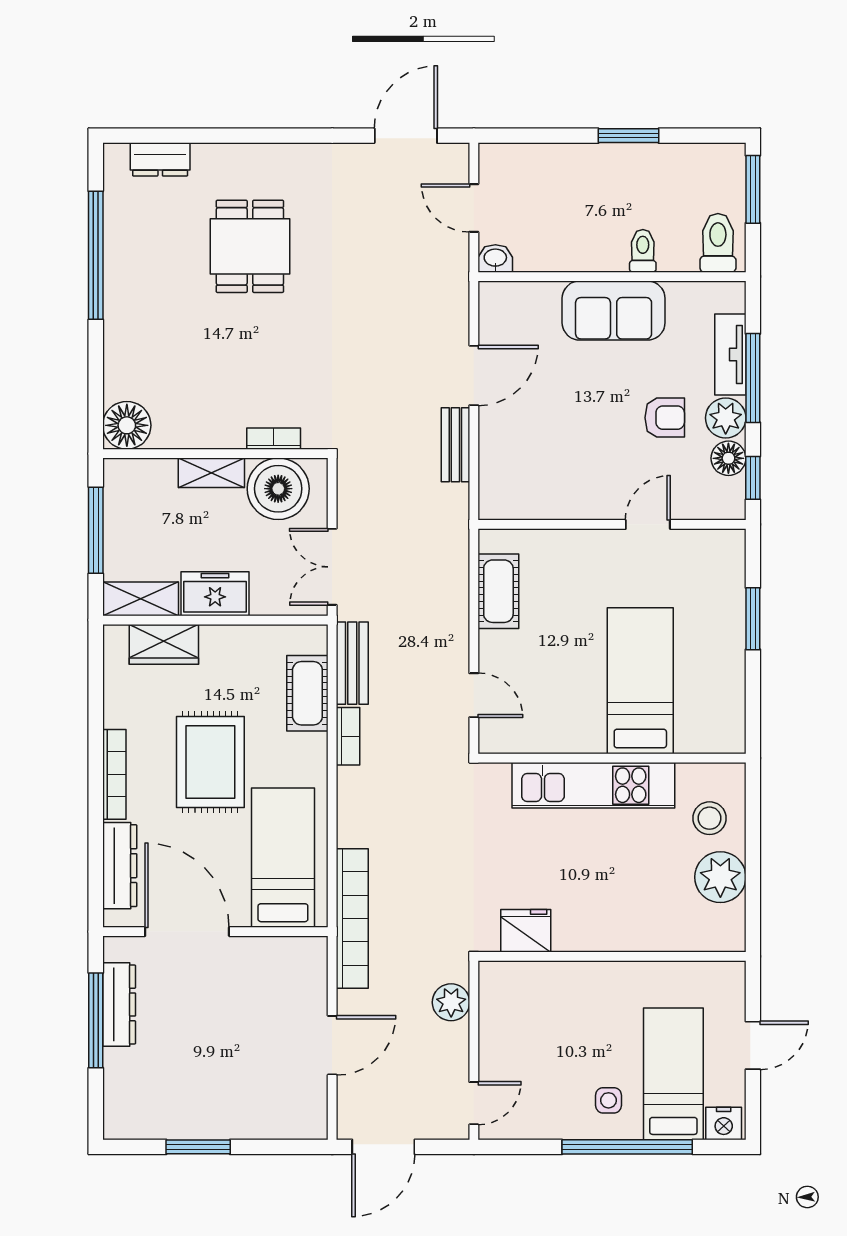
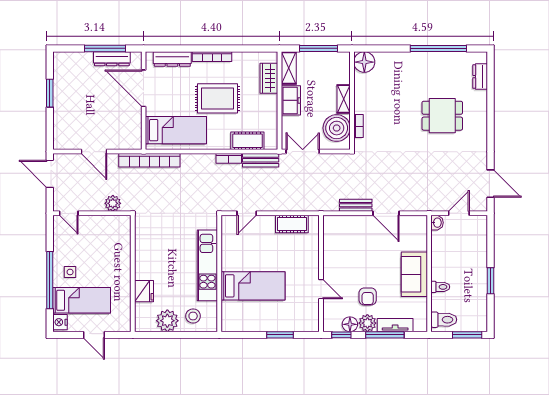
fridge: (526, 931) -> (144, 291), moved
door: (187, 932) -> (144, 88), swing flipped

